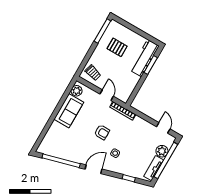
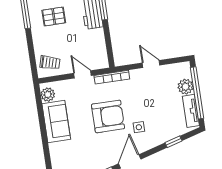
door: (163, 128) -> (151, 64), moved
armchair: (102, 132) -> (108, 116), width x1.88, depth x1.88

